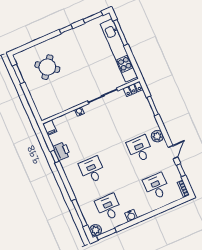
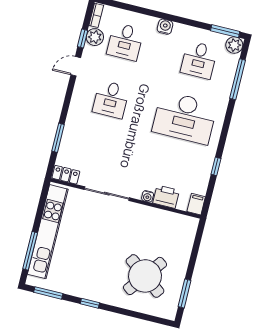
round table: (47, 67) -> (145, 276), width x1.36, depth x1.36
plant: (157, 136) -> (95, 37), moved
printer: (62, 151) -> (166, 197), moved, turned 90
desk: (92, 170) -> (185, 118), width x1.87, depth x1.30
water cooler: (131, 216) -> (165, 27), moved

